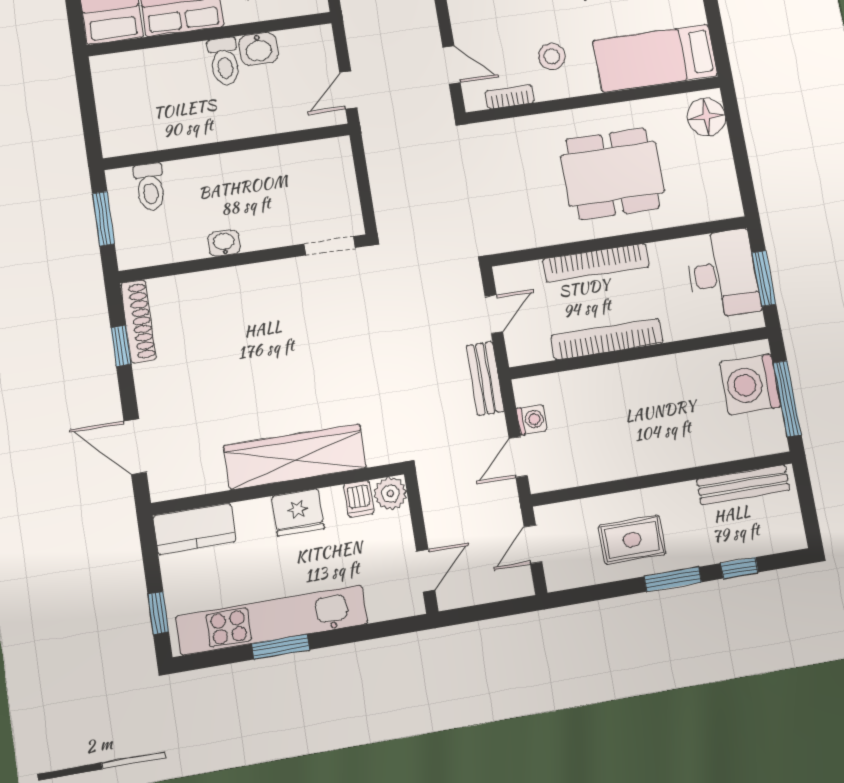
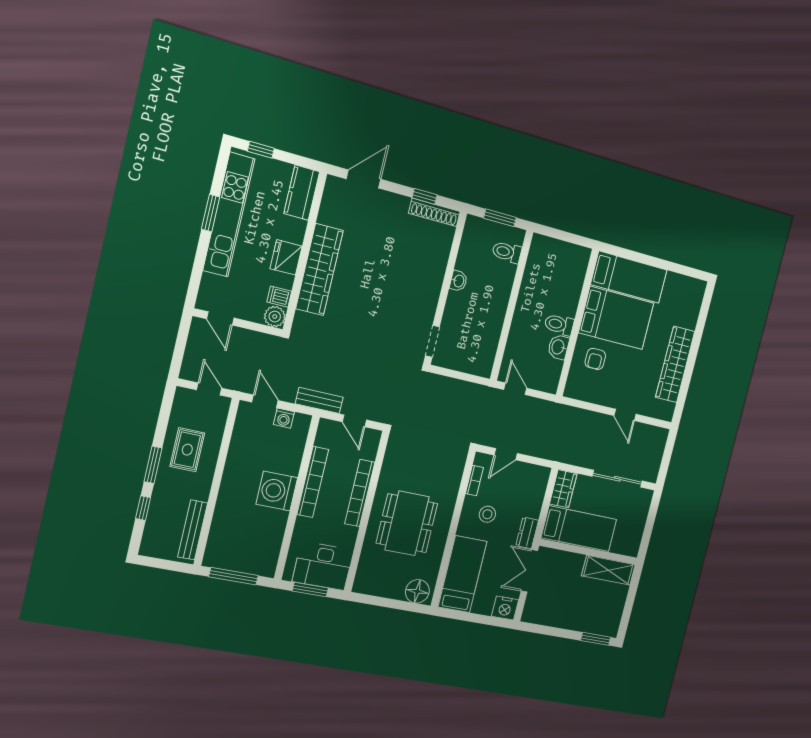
washing machine: (750, 385) -> (277, 491), moved, turned -90

